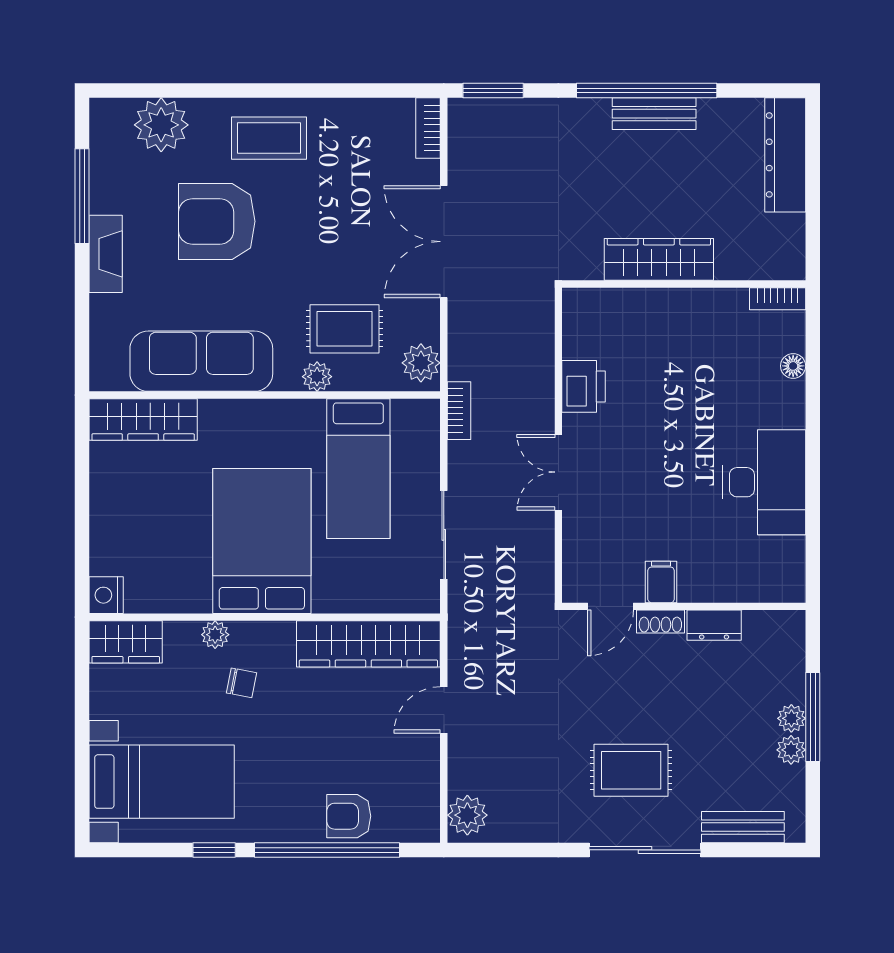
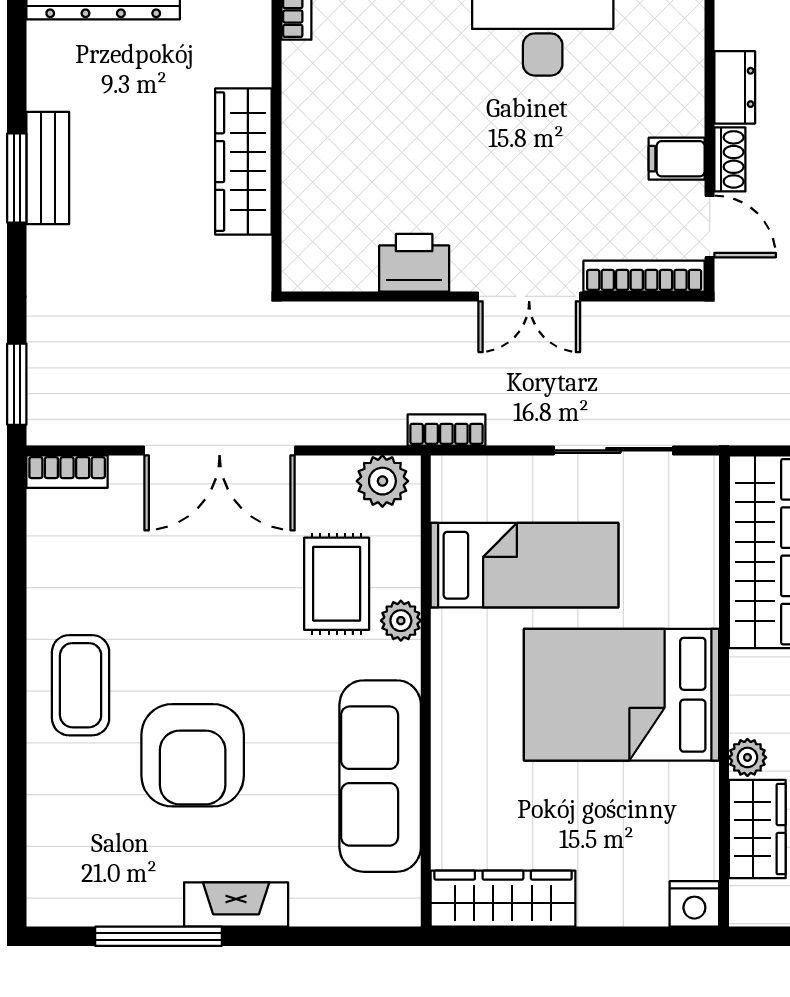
window: (647, 91) -> (17, 178), width x0.47
plant: (161, 125) -> (63, 830), removed
wardrobe: (143, 420) -> (503, 899), moved, turned -90
bookcase: (574, 558) -> (644, 276), added
wardrobe: (126, 642) -> (757, 829), moved

